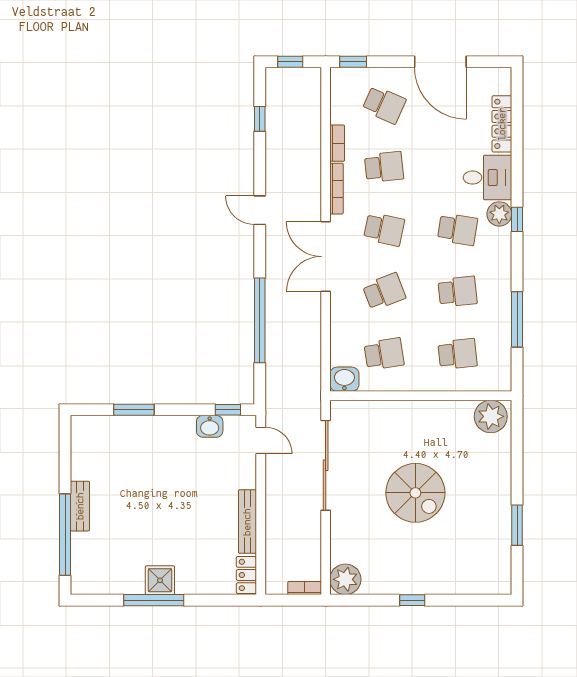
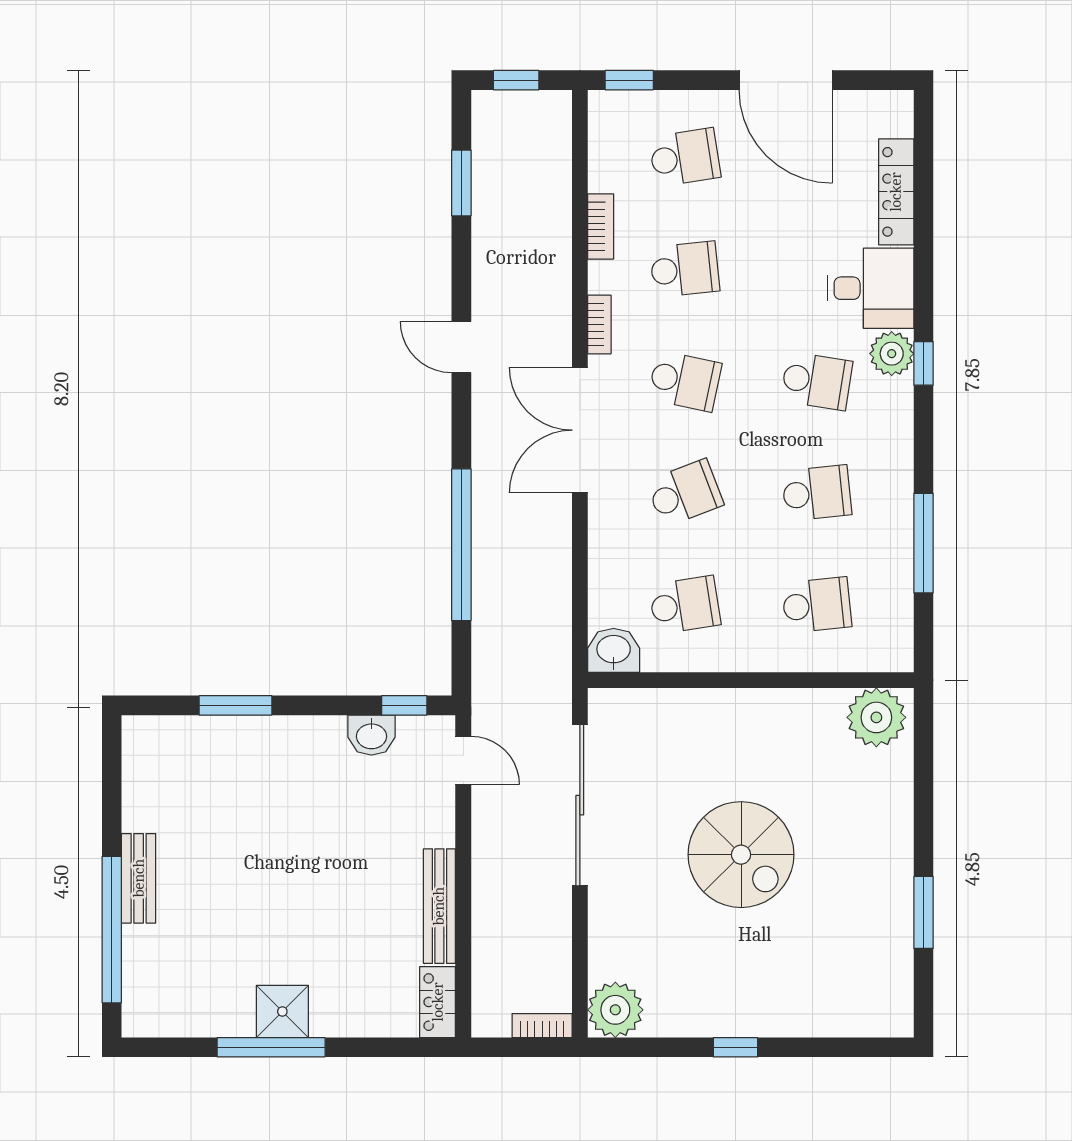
school desk: (384, 105) -> (685, 157), turned -33
window: (260, 119) -> (461, 183), width x1.50
bookcase: (336, 189) -> (599, 325), width x0.64

